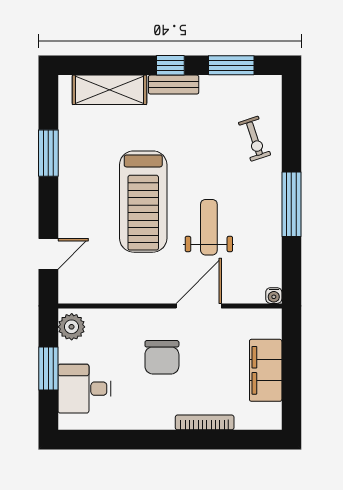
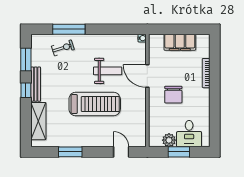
bench: (174, 85) -> (36, 84), width x1.36
window: (291, 204) -> (69, 29), moved
weight bench: (209, 227) -> (108, 71), turned 180
plant: (72, 327) -> (169, 140), moved
chair: (162, 357) -> (173, 95), turned 90

